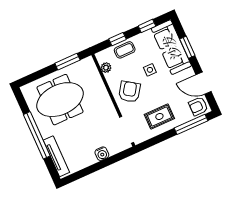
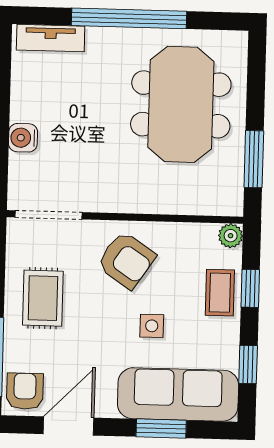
plant: (106, 68) -> (231, 236), moved
tv unit: (56, 156) -> (51, 38), width x0.71

